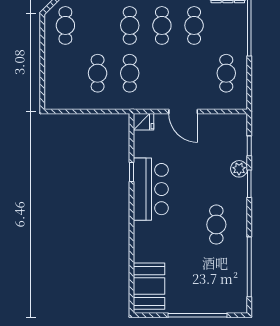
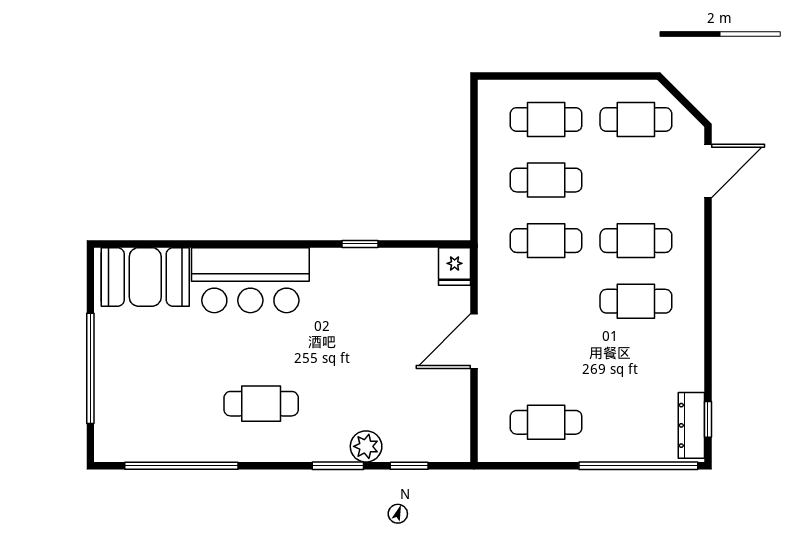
cafe table: (194, 25) -> (546, 119), moved
bar counter: (151, 189) -> (250, 280), moved

